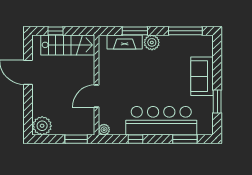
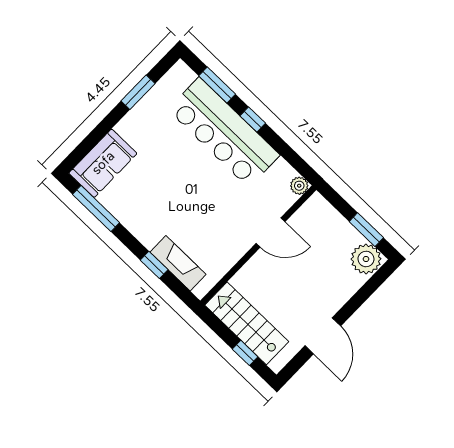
window: (135, 31) -> (154, 265), width x0.67
plant: (152, 42) -> (147, 233), removed
sofa: (202, 76) -> (103, 163), moved
window: (76, 139) -> (366, 230), moved
window: (136, 139) -> (253, 120), moved

